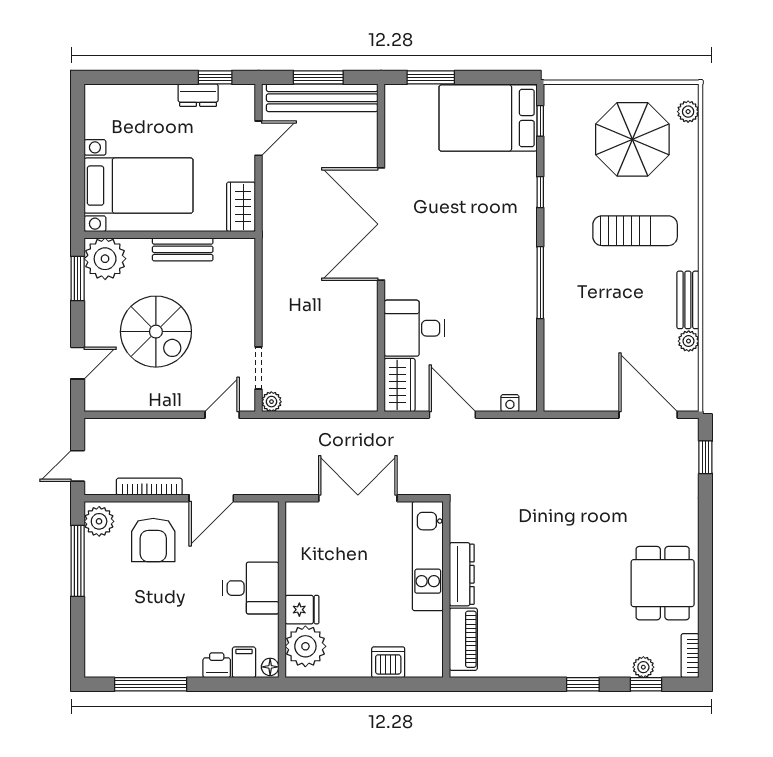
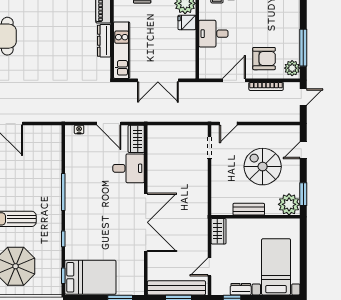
bed with nightstands: (138, 186) -> (276, 267), moved, turned 90
plant: (271, 402) -> (203, 130), removed
armchair: (153, 540) -> (264, 59), turned 90

